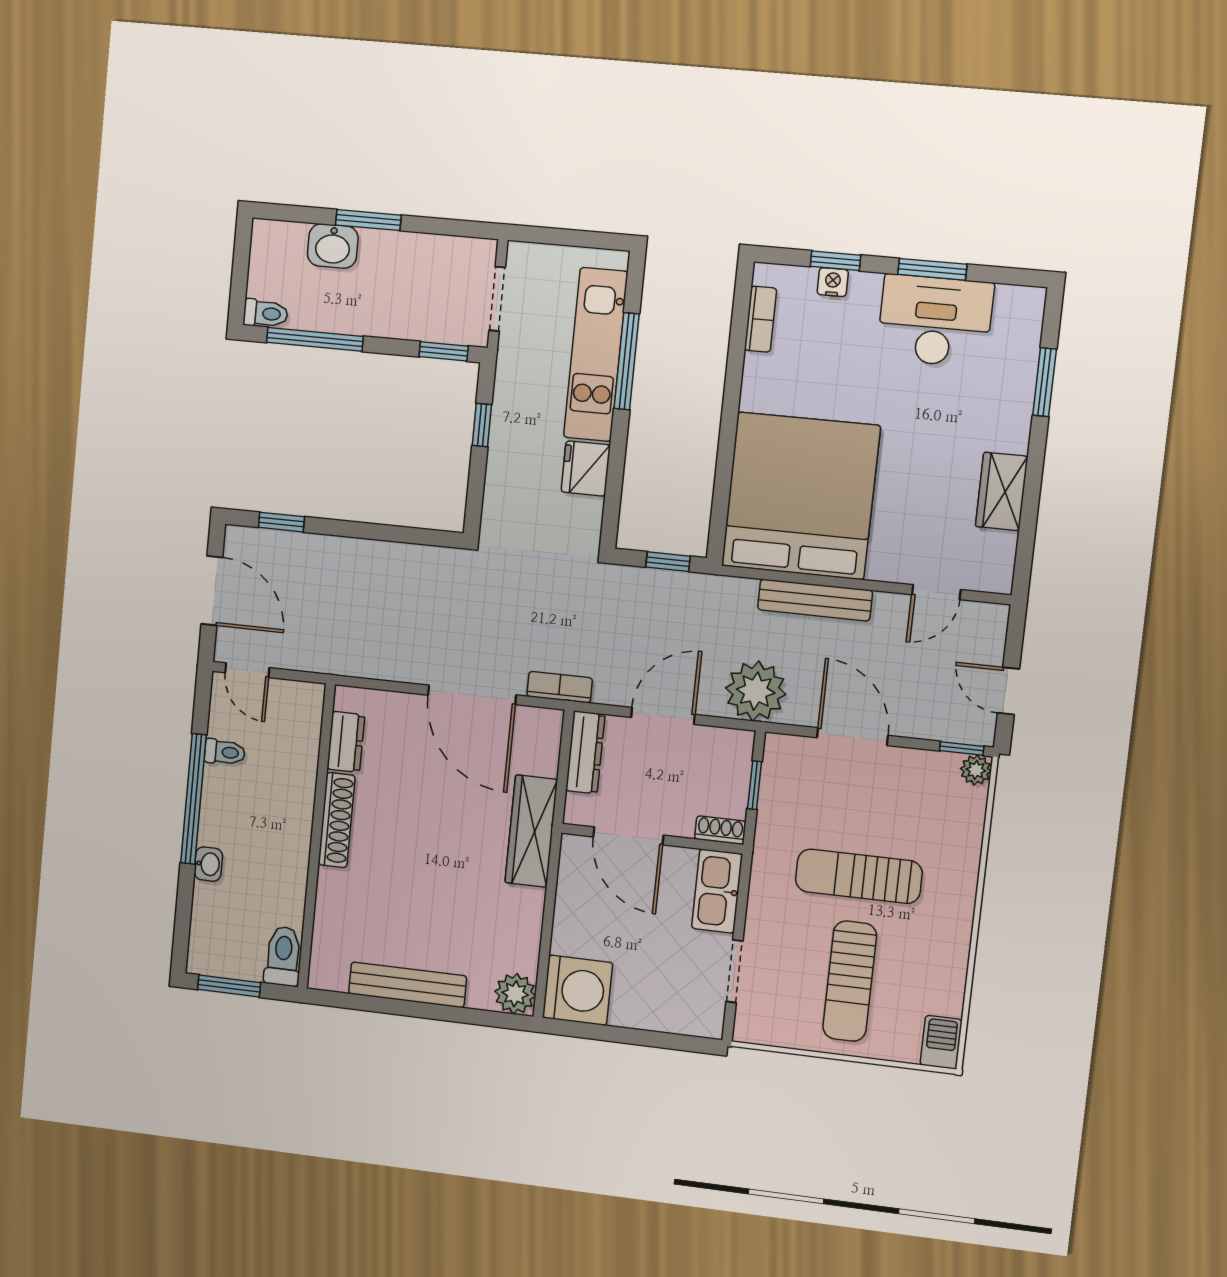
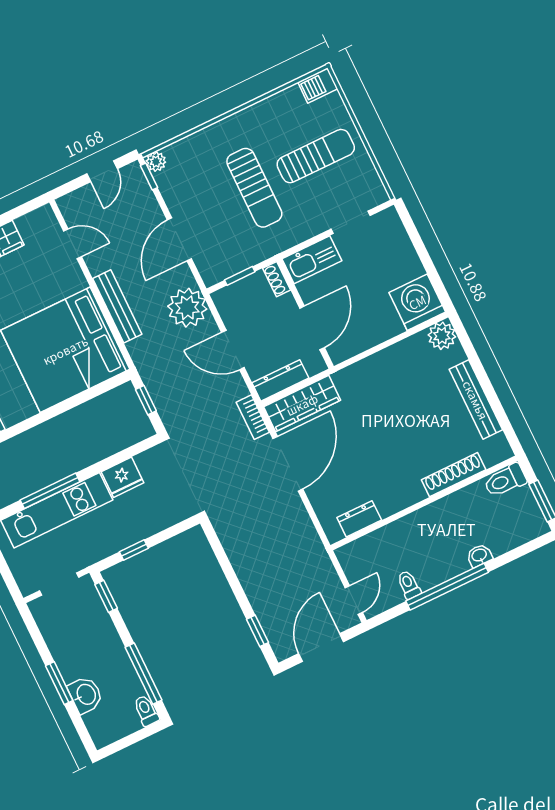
shoe rack: (337, 820) -> (454, 475), moved
wardrobe: (531, 831) -> (302, 404), moved

